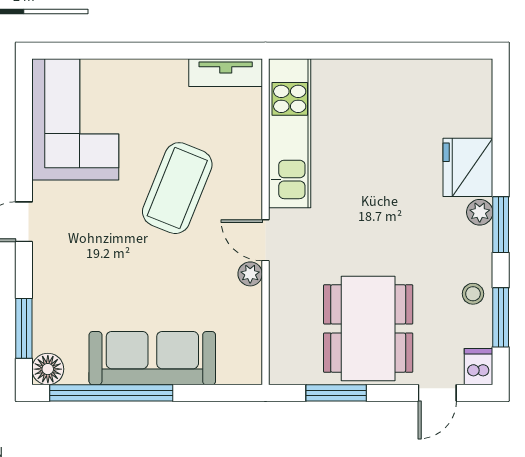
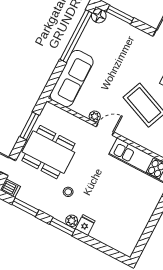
fridge: (468, 167) -> (85, 225), width x0.53, depth x0.75
stool: (473, 294) -> (68, 192), moved
sofa: (152, 358) -> (72, 79), moved

